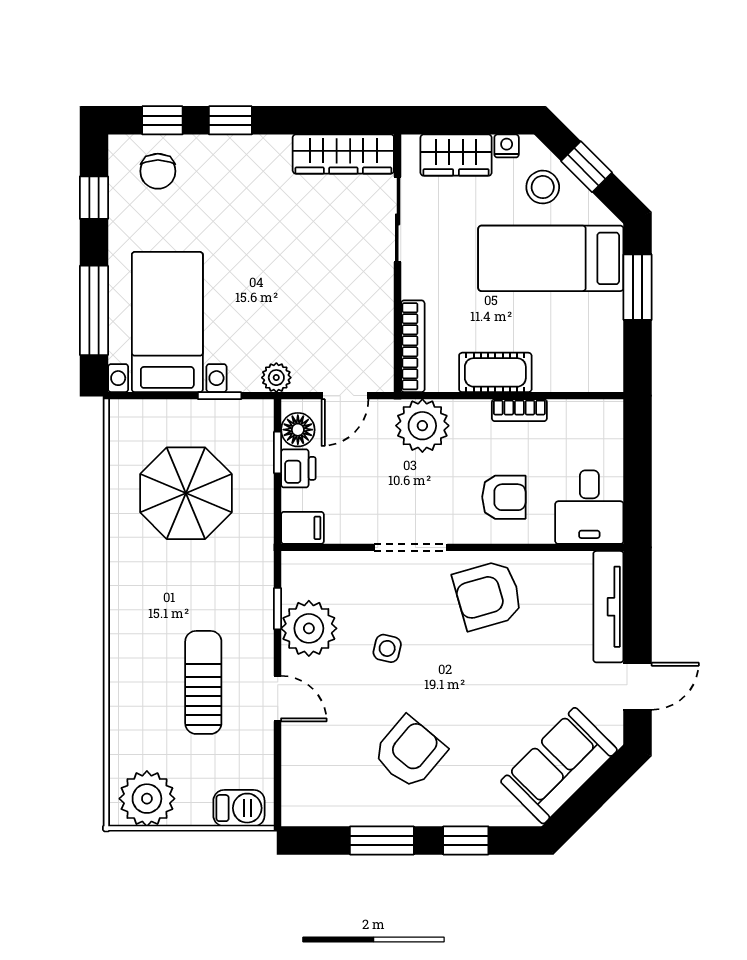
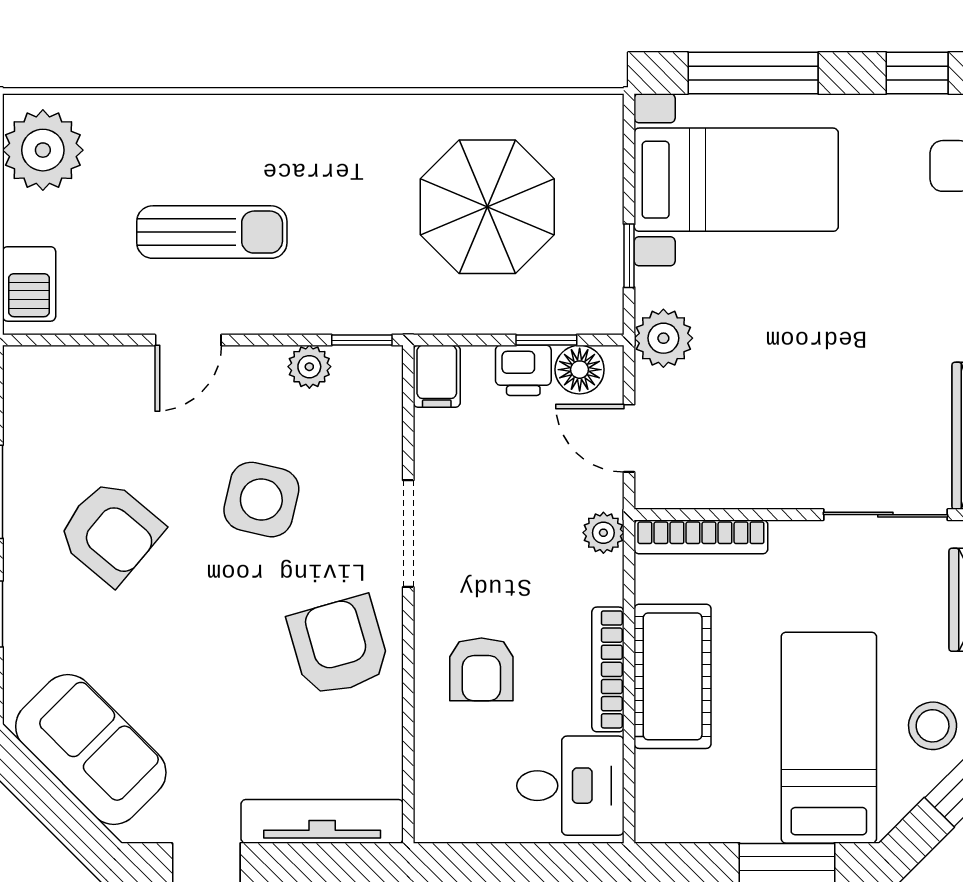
cot: (495, 372) -> (673, 676), width x1.37, depth x1.34
plant: (276, 378) -> (663, 338), width x1.38, depth x1.38
bookcase: (519, 410) -> (608, 669), width x1.56
plant: (422, 426) -> (603, 533), width x0.53, depth x0.53
desk: (589, 507) -> (570, 786), moved, turned 180
window: (278, 609) -> (362, 340), moved
plant: (309, 628) -> (309, 367), width x0.53, depth x0.53
side table: (387, 648) -> (261, 500), width x1.87, depth x1.87

